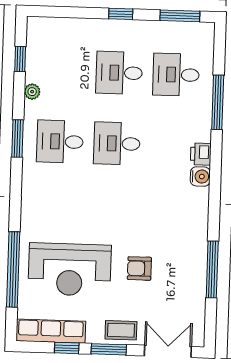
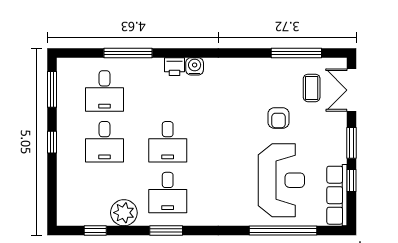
plant: (32, 92) -> (124, 213), width x1.87, depth x1.87
window: (212, 270) -> (296, 53), moved
coffee table: (121, 330) -> (312, 88), moved

